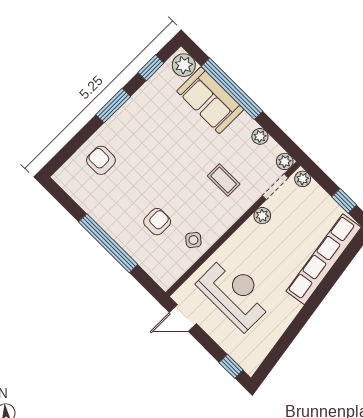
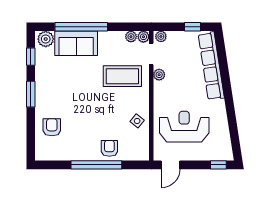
plant: (260, 136) -> (131, 37), moved
armchair: (101, 160) -> (52, 127), turned 90
coffee table: (224, 180) -> (122, 76), width x1.86, depth x1.72
armchair: (157, 222) -> (109, 148), moved

